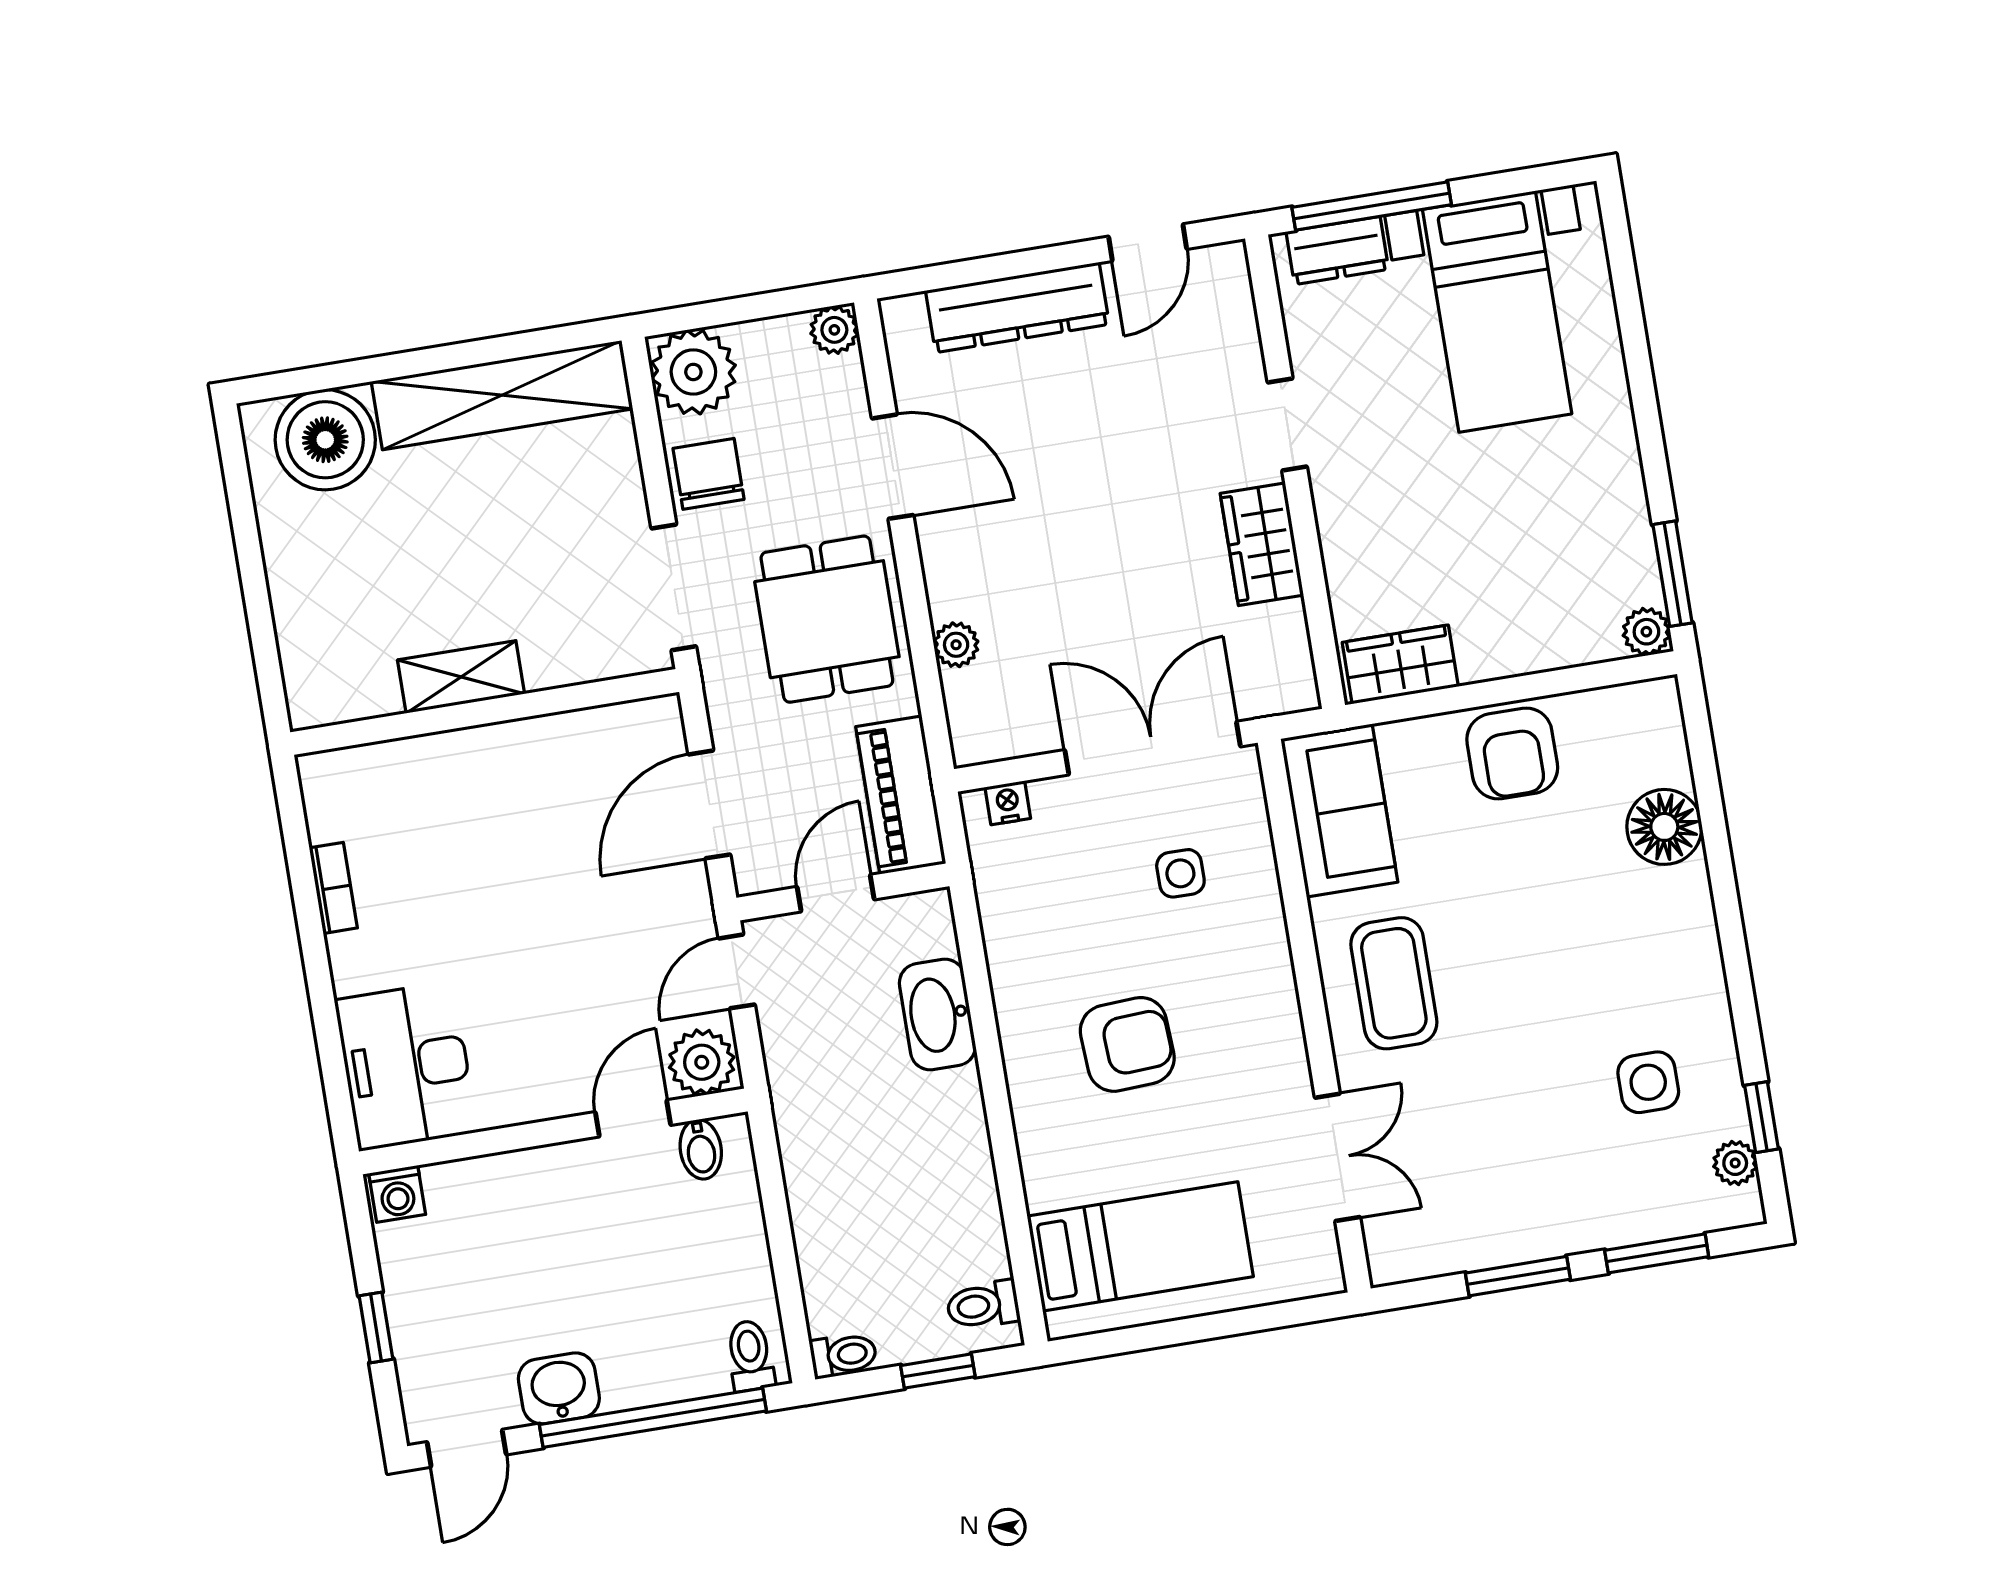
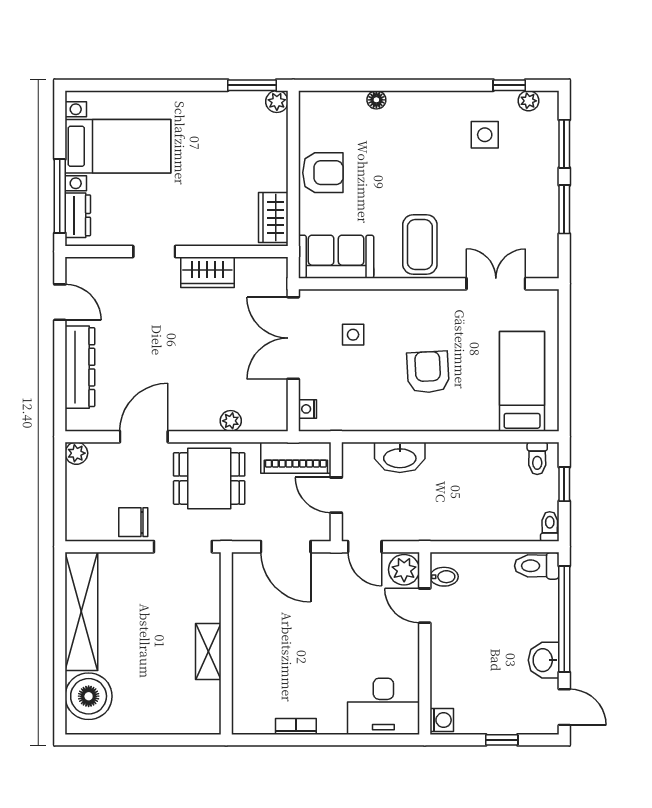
plant: (693, 372) -> (85, 521), removed
floor lamp: (1664, 827) -> (376, 100), width x0.53, depth x0.53
coffee table: (1394, 983) -> (420, 245), turned 90
toilet: (750, 1356) -> (537, 566), width x1.37, depth x1.39

